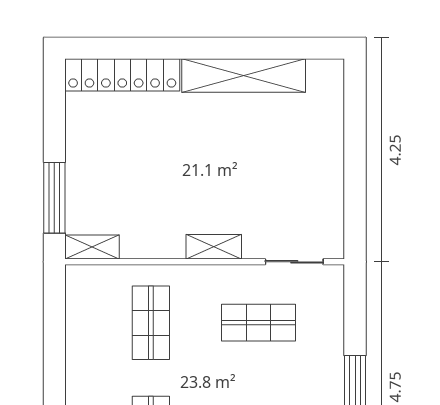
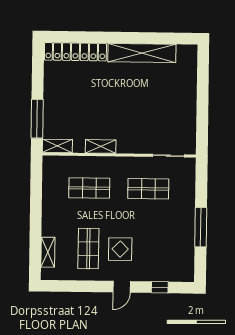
shelving: (214, 247) -> (101, 146), moved
shop shelf: (151, 323) -> (89, 188), turned 90

